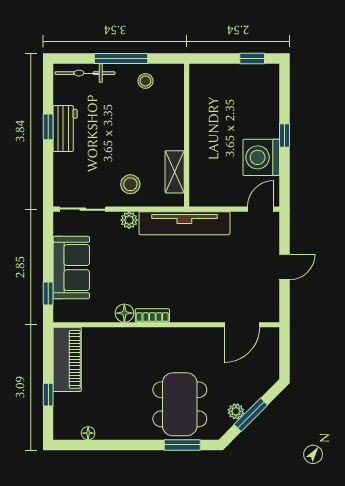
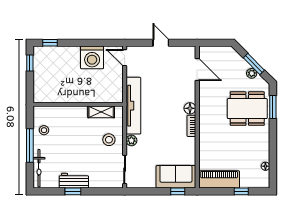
window: (285, 136) -> (50, 43), moved
sofa: (71, 268) -> (176, 177), moved
floor lamp: (124, 313) -> (190, 108), moved

